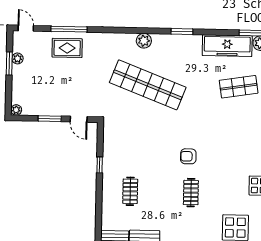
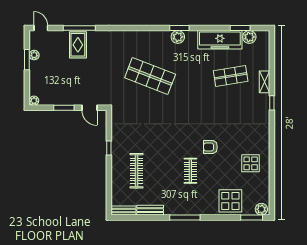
plant: (144, 41) -> (178, 37), moved
rug: (67, 48) -> (78, 45), turned 90
shop shelf: (148, 85) -> (150, 76), width x0.71
armchair: (188, 156) -> (210, 147), moved
clothes rail: (130, 191) -> (137, 171), width x1.36

